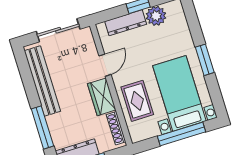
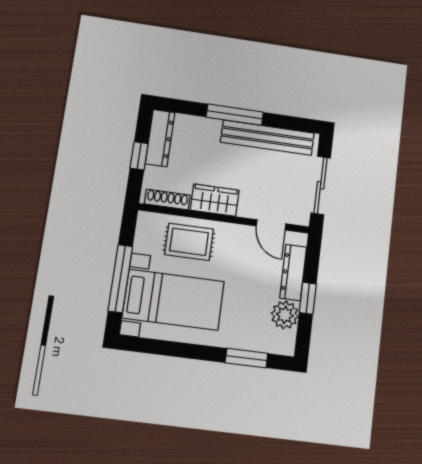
window: (205, 60) -> (247, 358), moved
door: (105, 65) -> (271, 225), moved
window: (42, 127) -> (235, 115), moved

